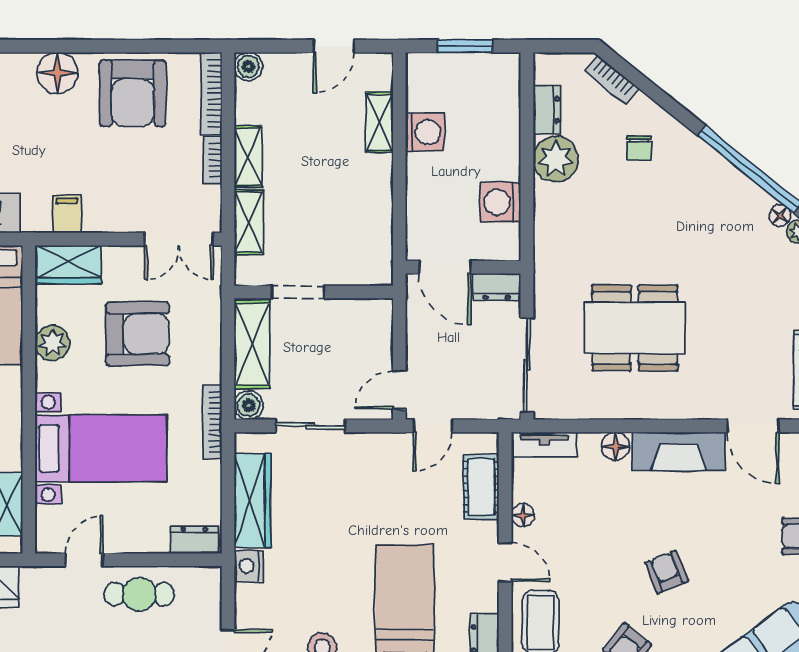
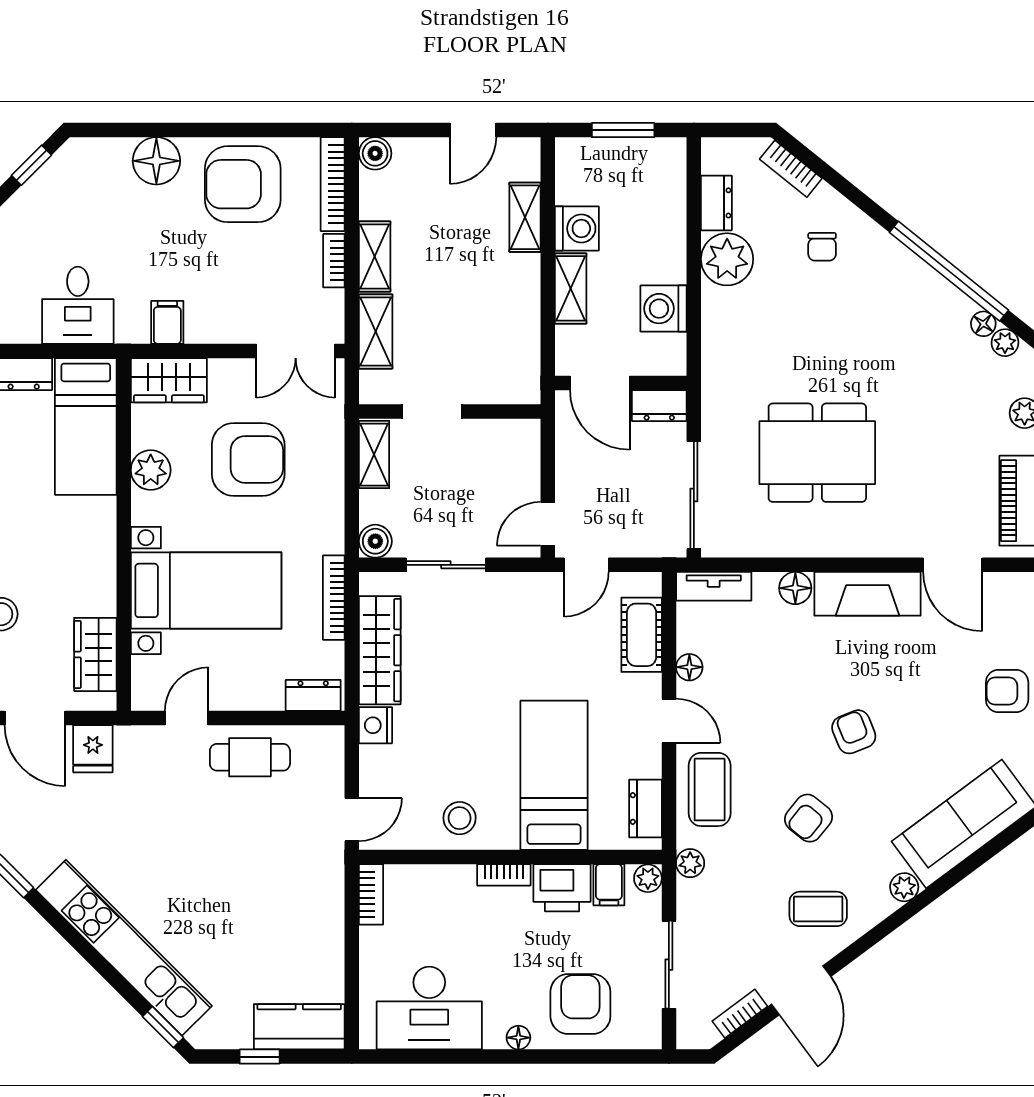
armchair: (133, 93) -> (243, 184), turned 90
shelving: (419, 184) -> (571, 288), added
shelving: (252, 344) -> (374, 455), width x0.67, depth x0.75
bookcase: (212, 422) -> (334, 598), moved

